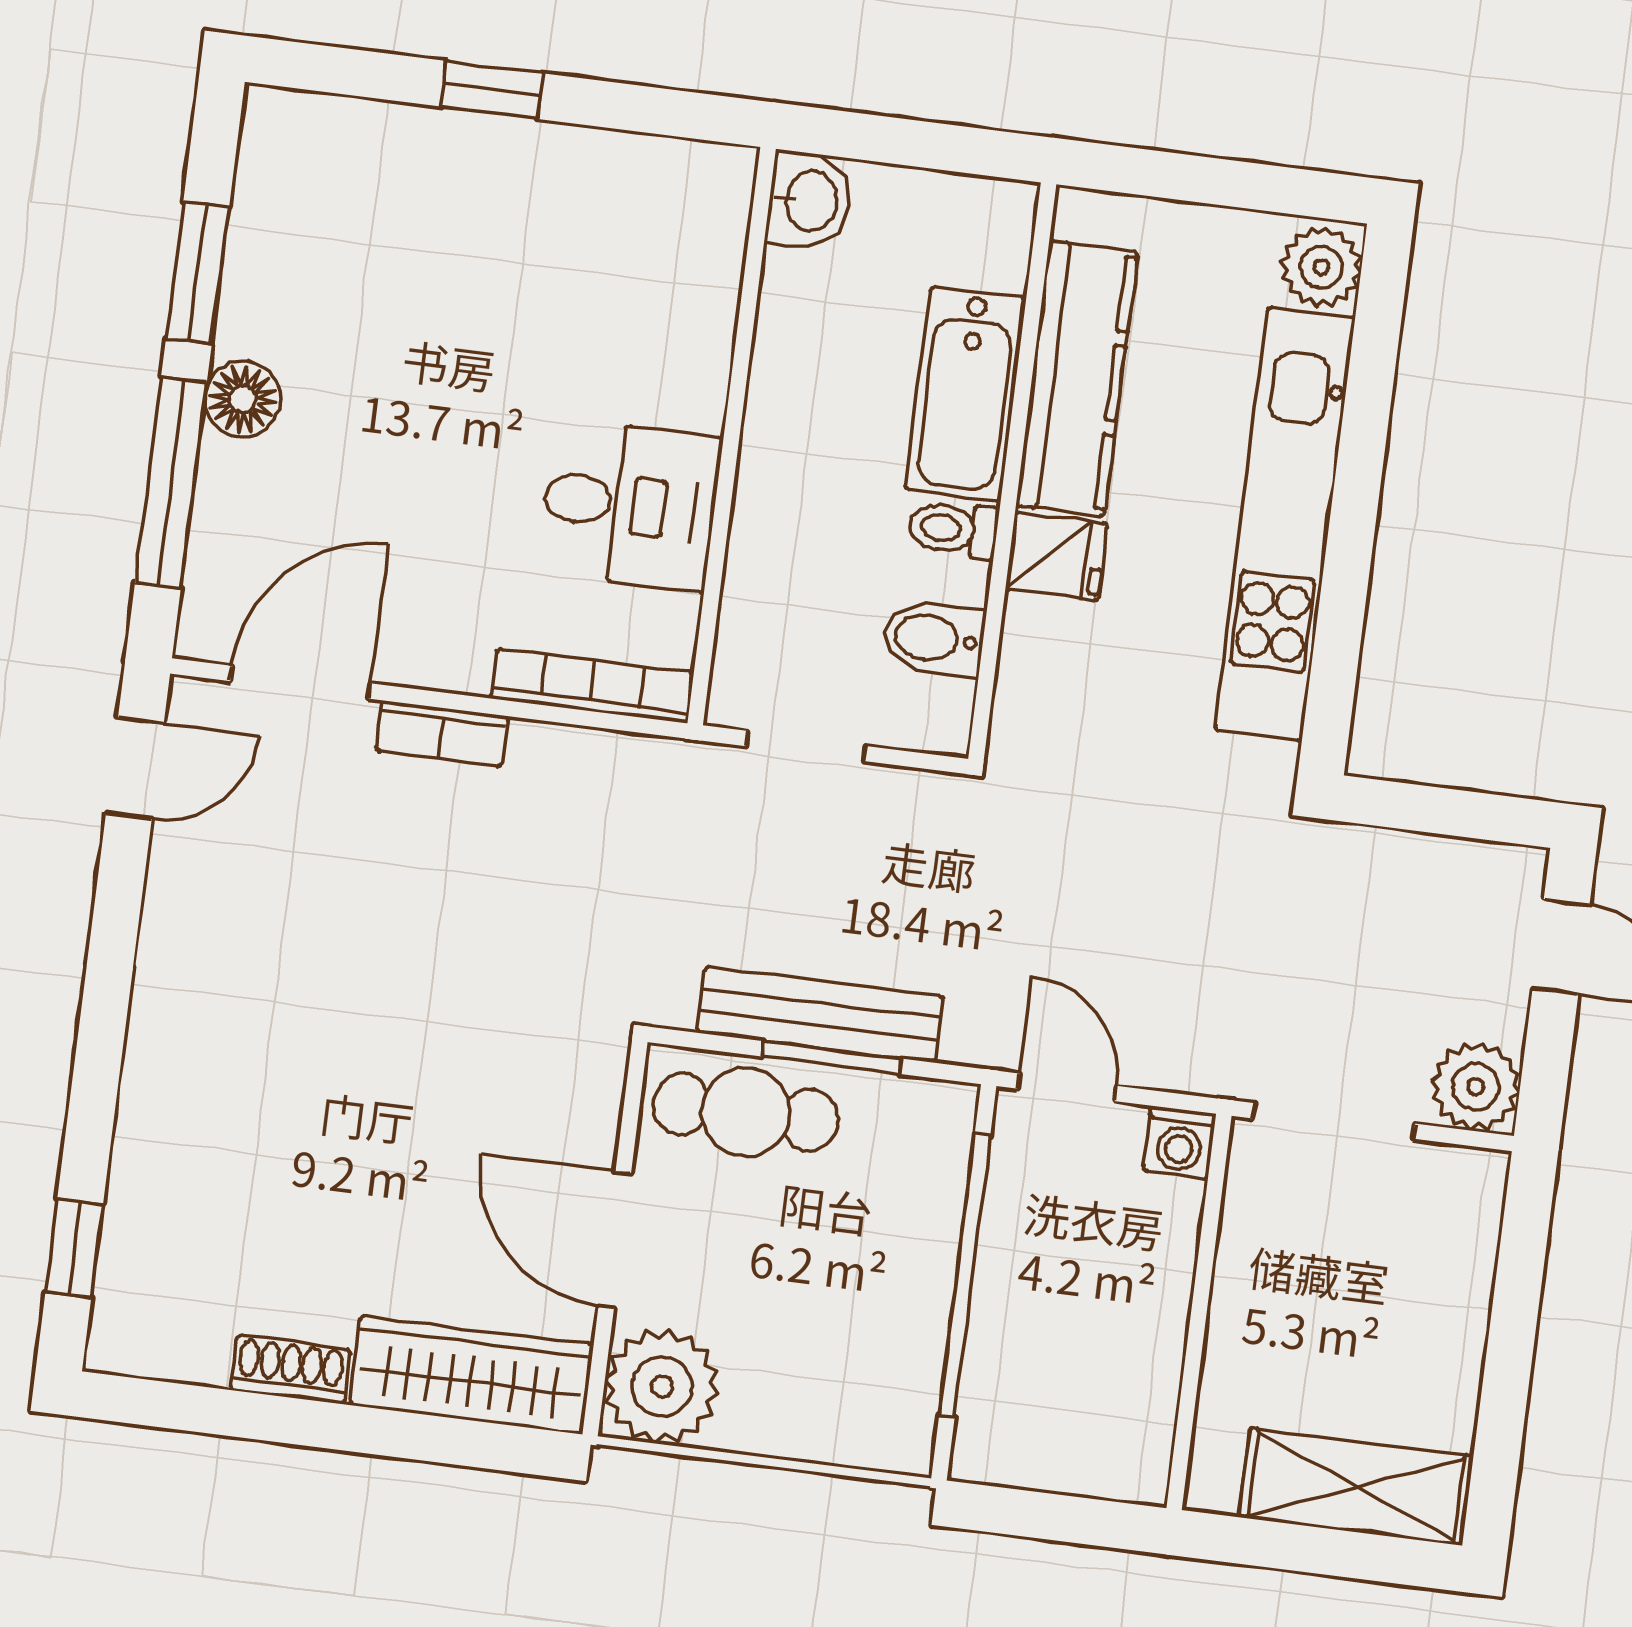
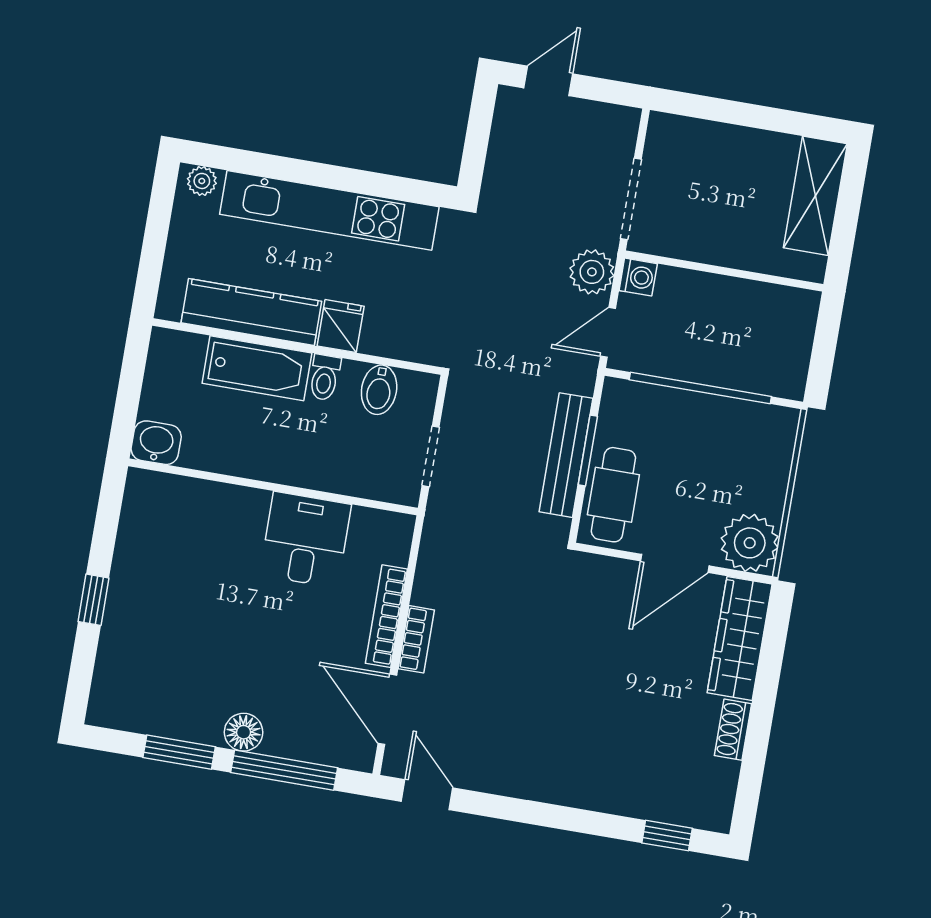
plant: (1321, 267) -> (202, 181), width x0.73, depth x0.73
bookcase: (592, 686) -> (386, 616), moved
plant: (1476, 1087) -> (592, 272), moved

